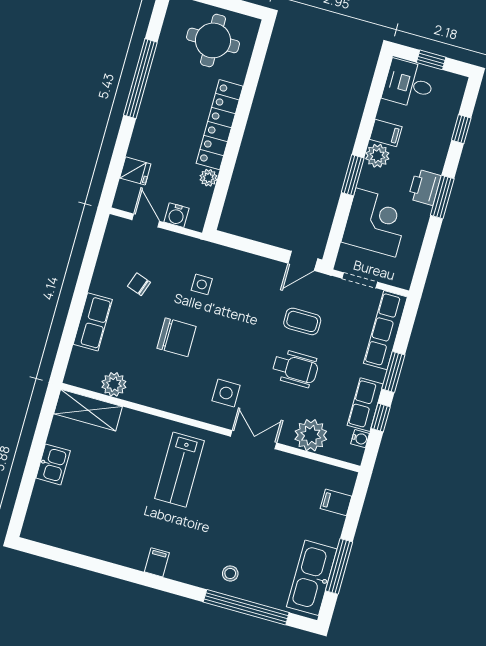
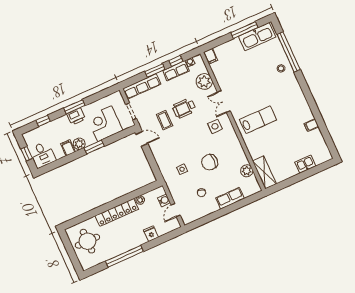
fridge: (135, 171) -> (151, 234), moved
chair: (176, 337) -> (210, 162), turned -90
wheelchair: (295, 368) -> (184, 108), turned -90
kitchen sink: (53, 464) -> (305, 164), moved
filing cabinet: (336, 502) -> (210, 56), moved
filing cabinet: (157, 562) -> (311, 125), moved

